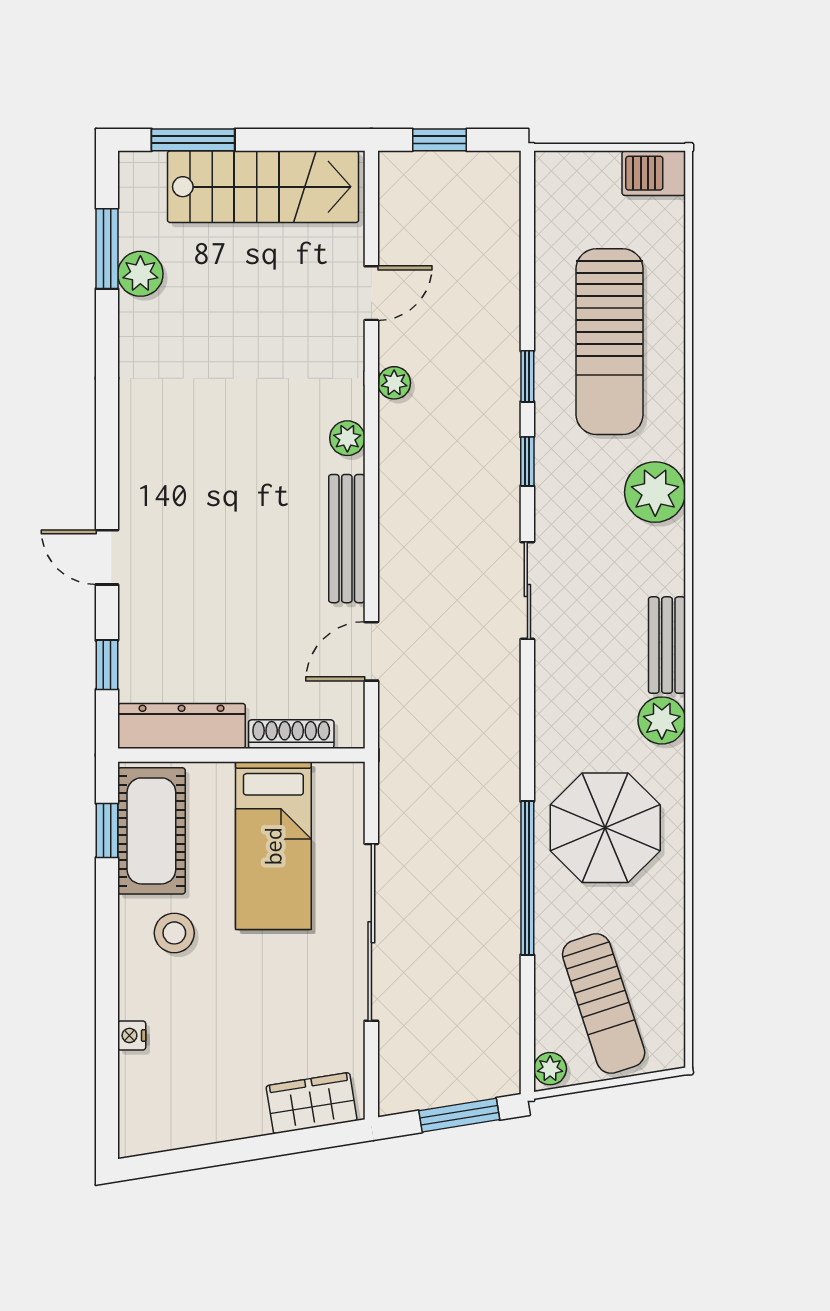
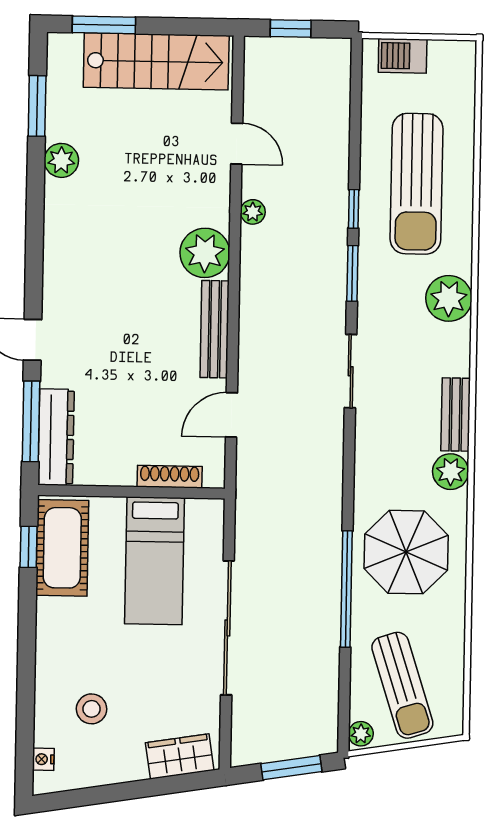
barbecue: (654, 173) -> (403, 56), moved
plant: (140, 274) -> (61, 160), moved
door: (371, 293) -> (237, 144), hinge flipped
plant: (347, 438) -> (205, 253), width x1.88, depth x1.88
window: (527, 461) -> (352, 273), width x1.50
window: (107, 665) -> (31, 421), width x2.17
dresser: (182, 726) -> (56, 437), moved, turned 90
stool: (174, 933) -> (92, 709), moved
nightstand: (132, 1035) -> (43, 759), moved

